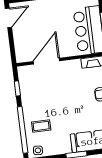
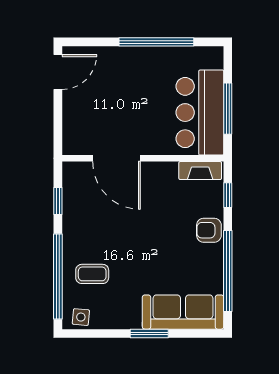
door: (46, 61) -> (116, 158), swing flipped

